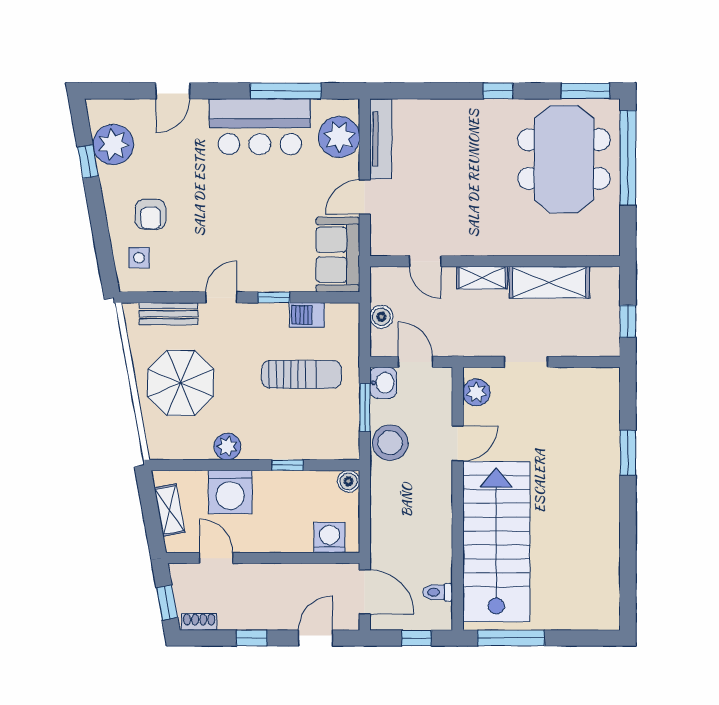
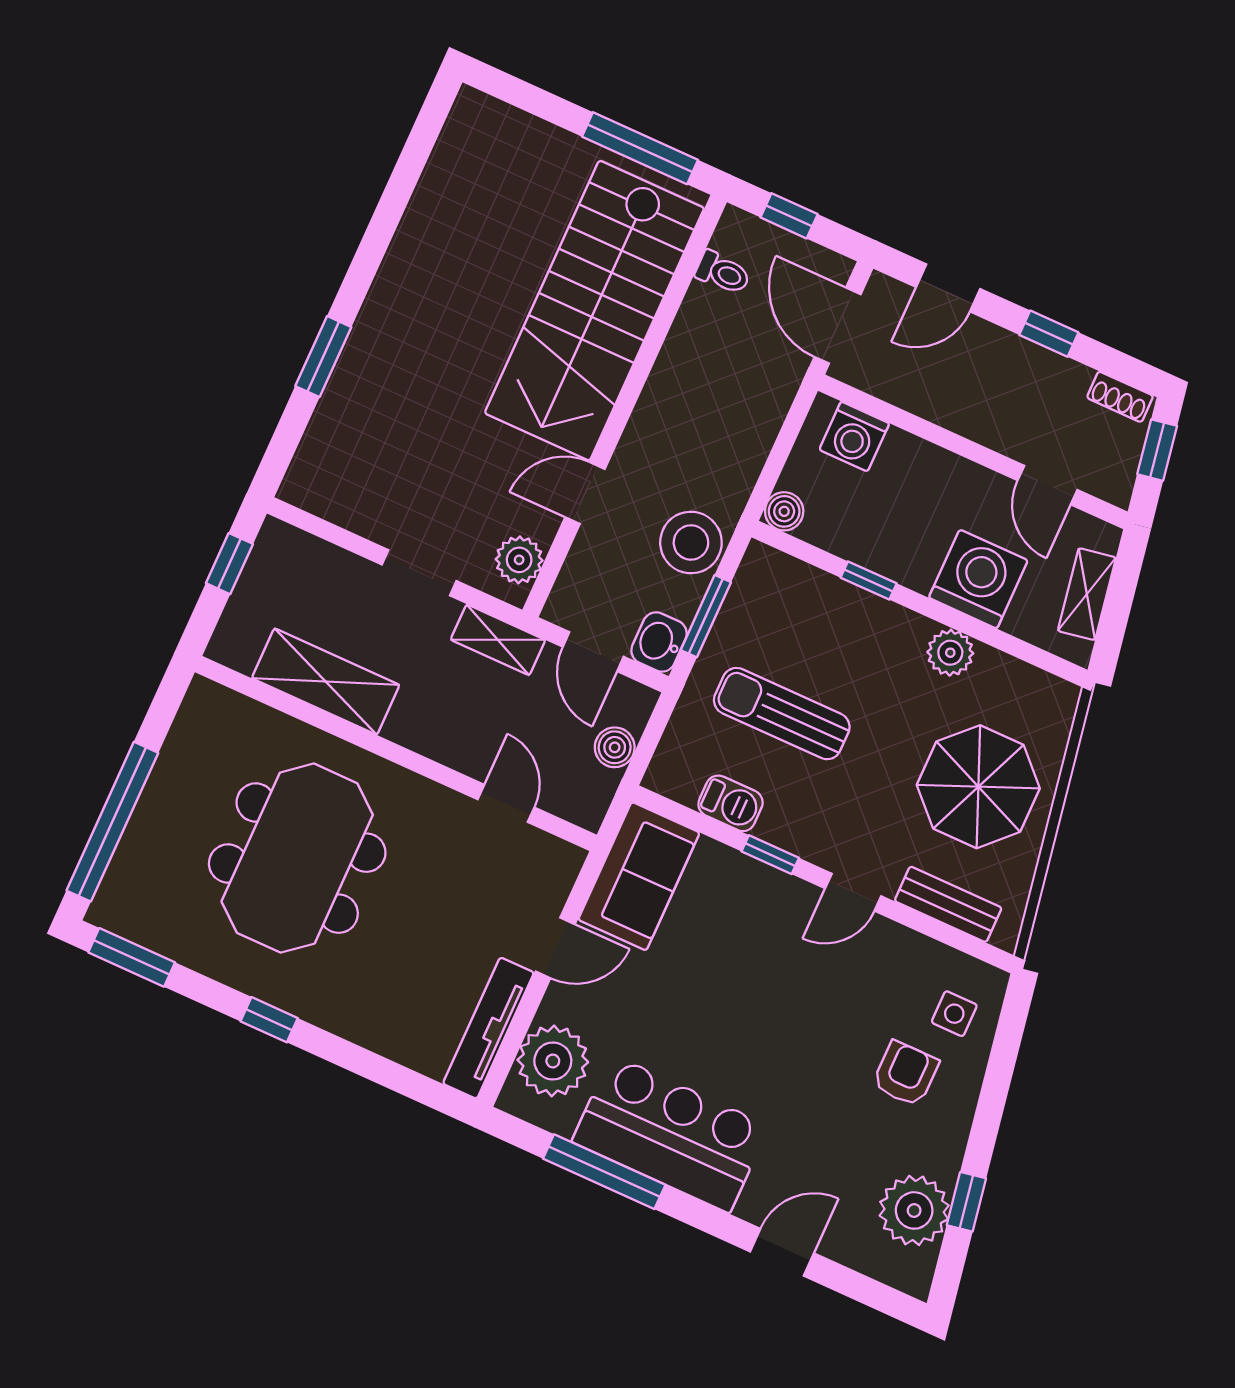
meeting table: (564, 159) -> (297, 858), moved
shelving: (482, 278) -> (498, 640), moved

